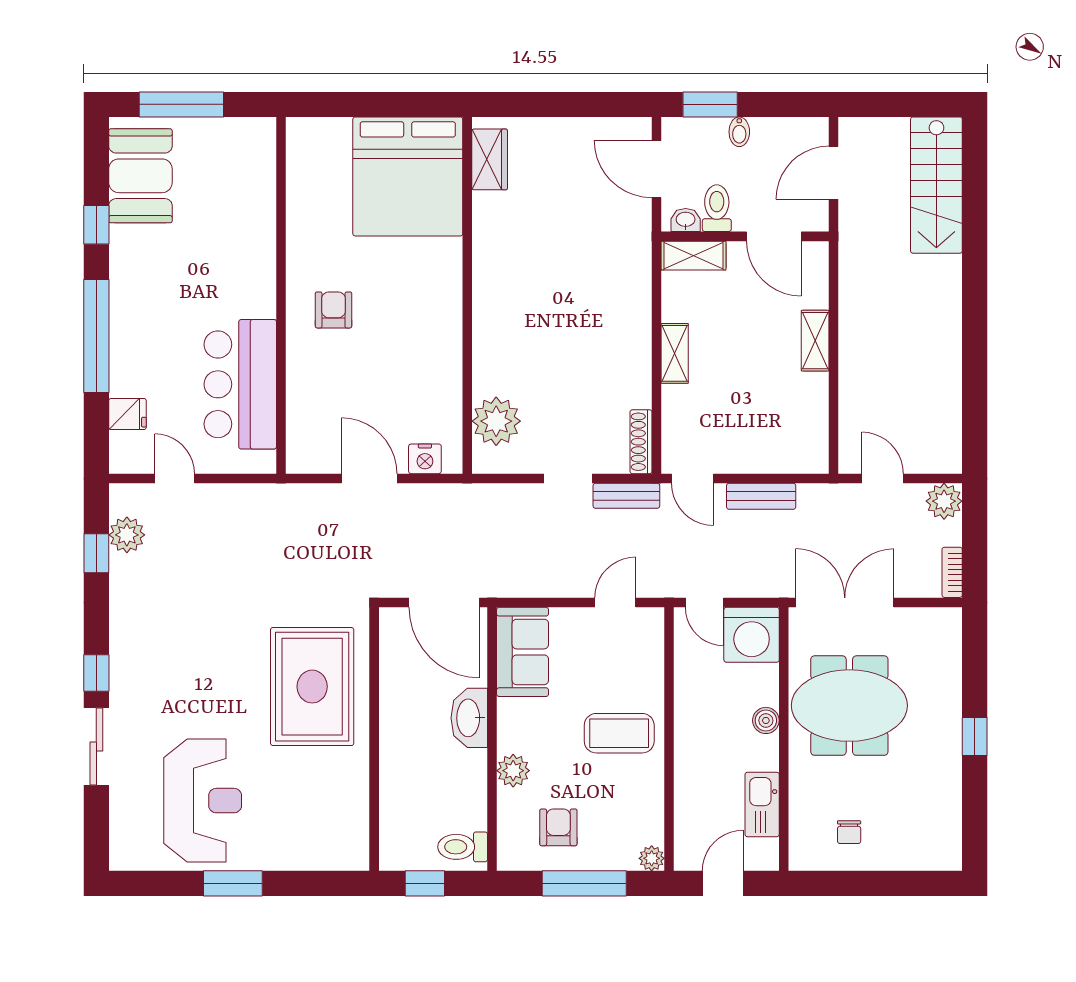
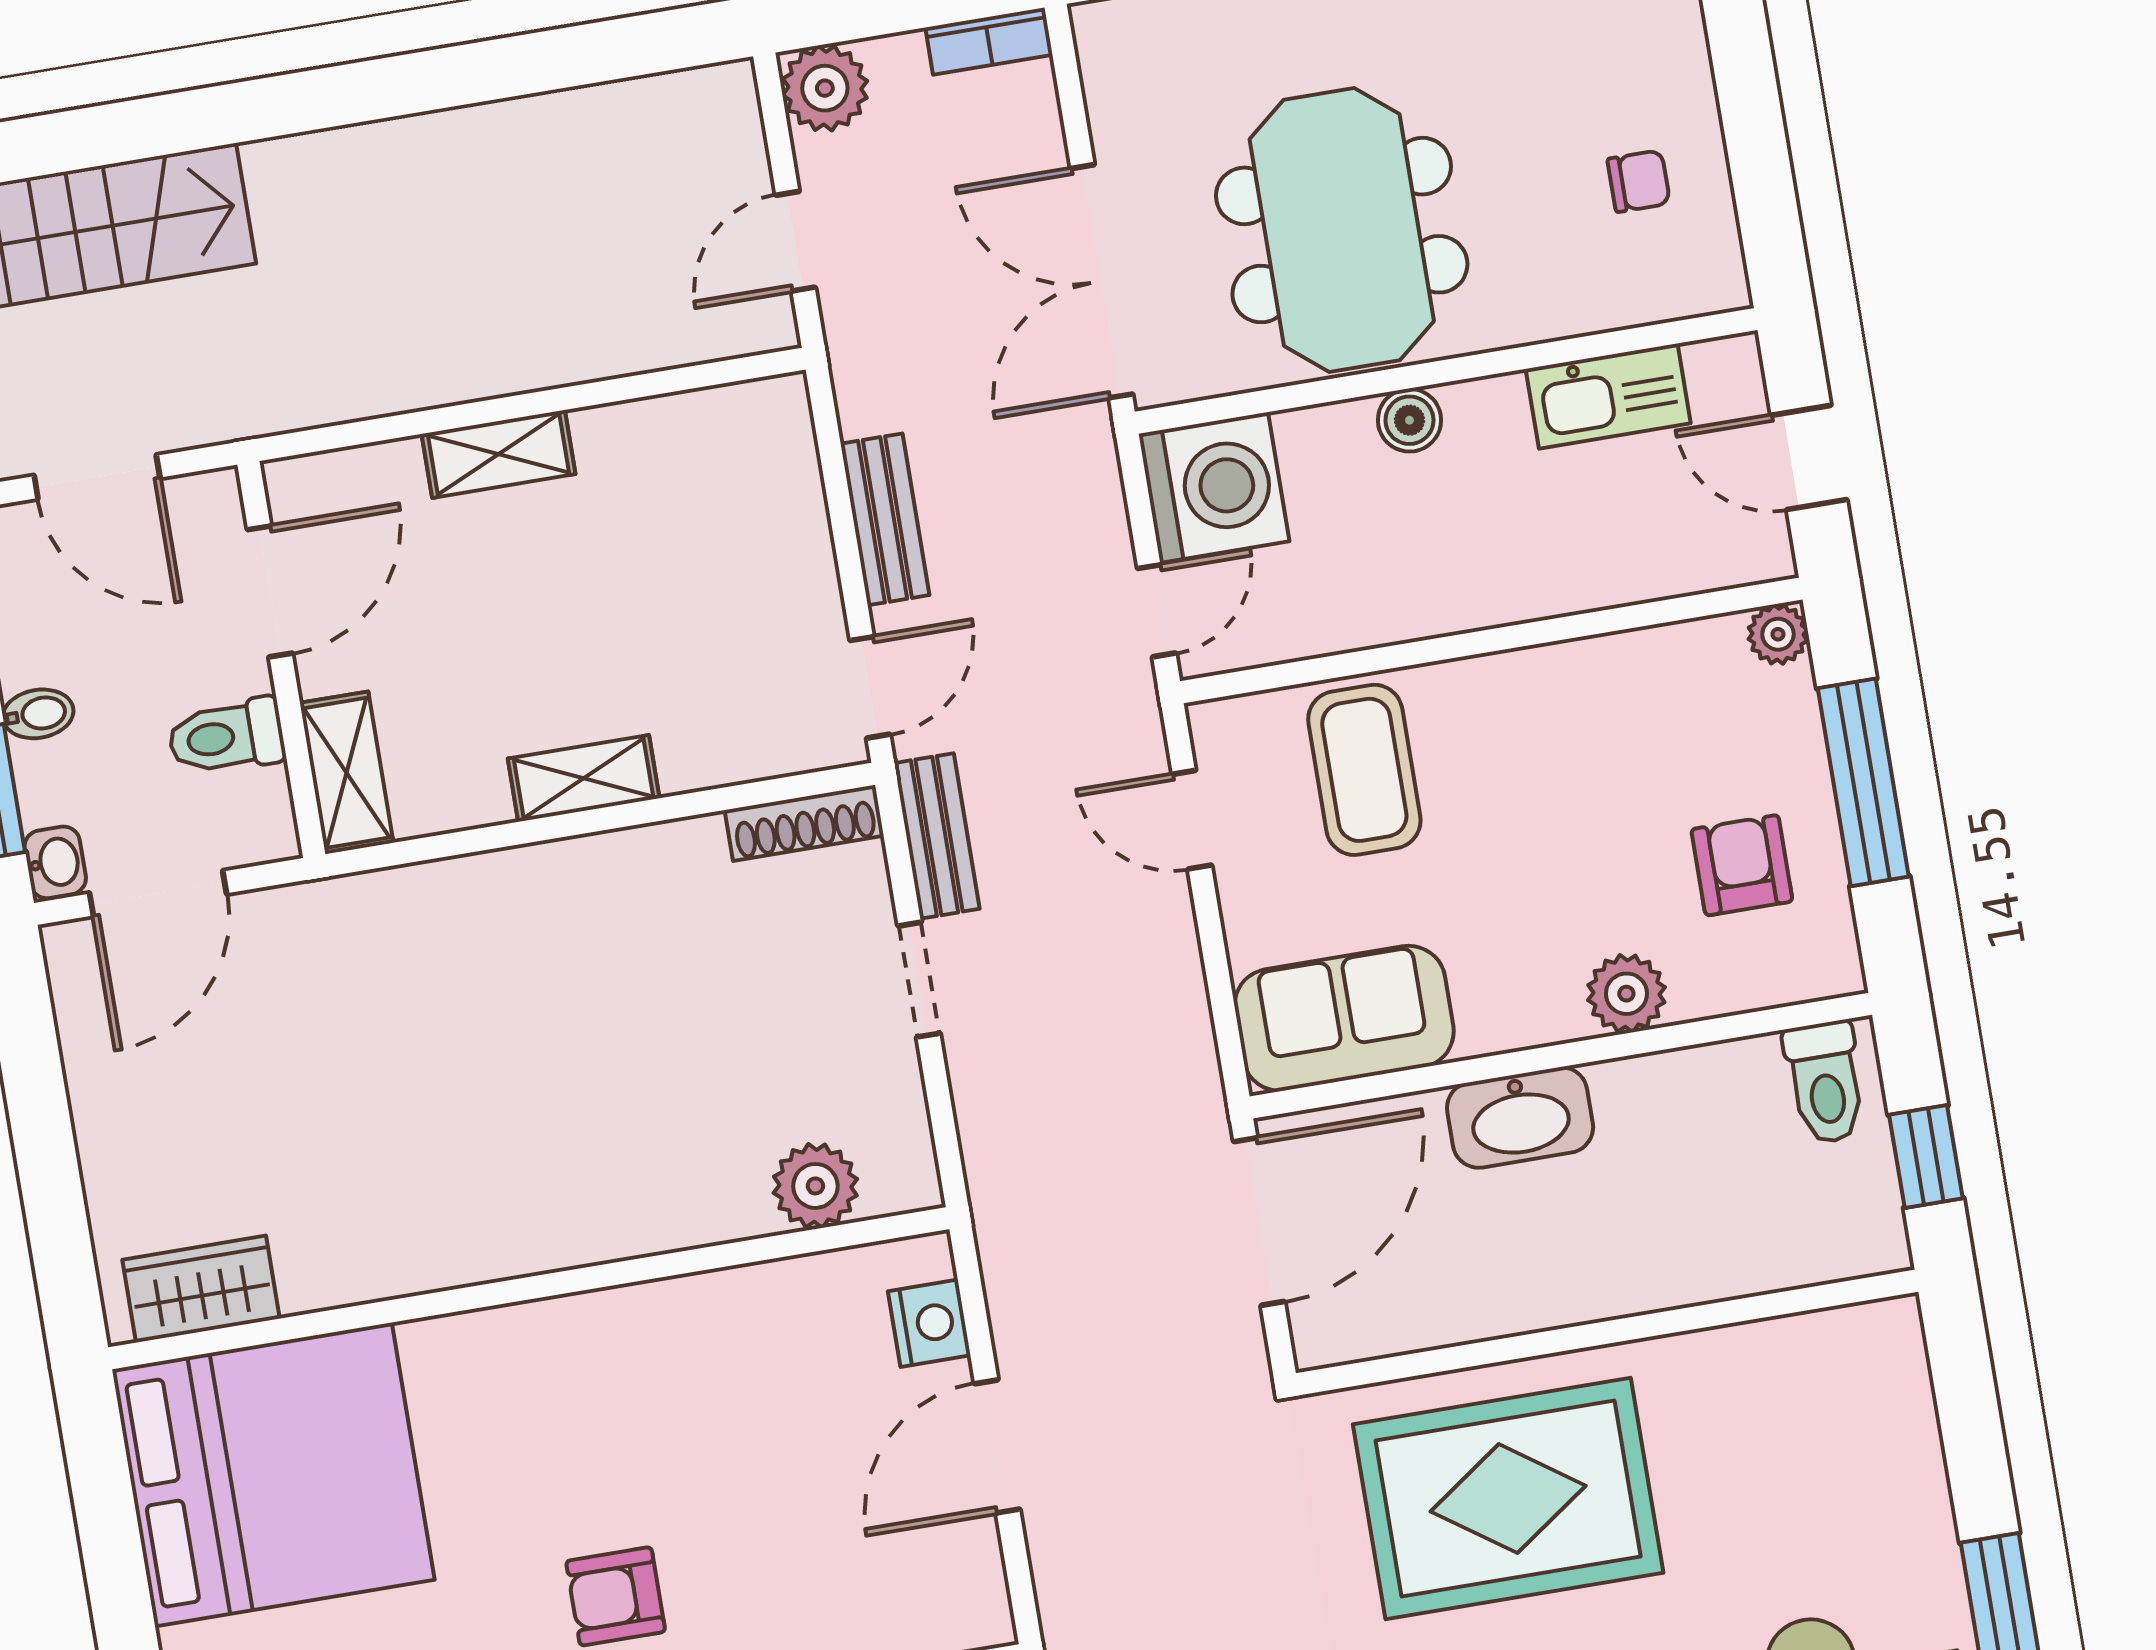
washbasin: (686, 220) -> (55, 862), moved, turned 180
plant: (496, 421) -> (815, 1186), width x0.73, depth x0.73
coffee table: (619, 733) -> (1364, 770), moved
armchair: (558, 827) -> (1742, 865), turned 90

